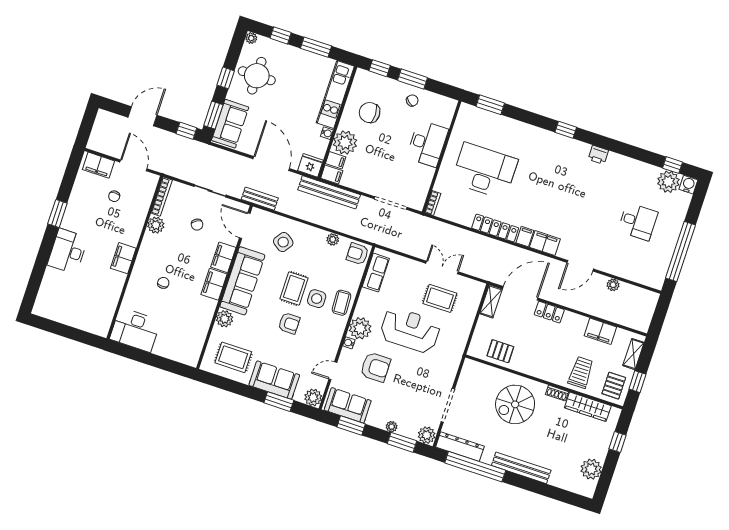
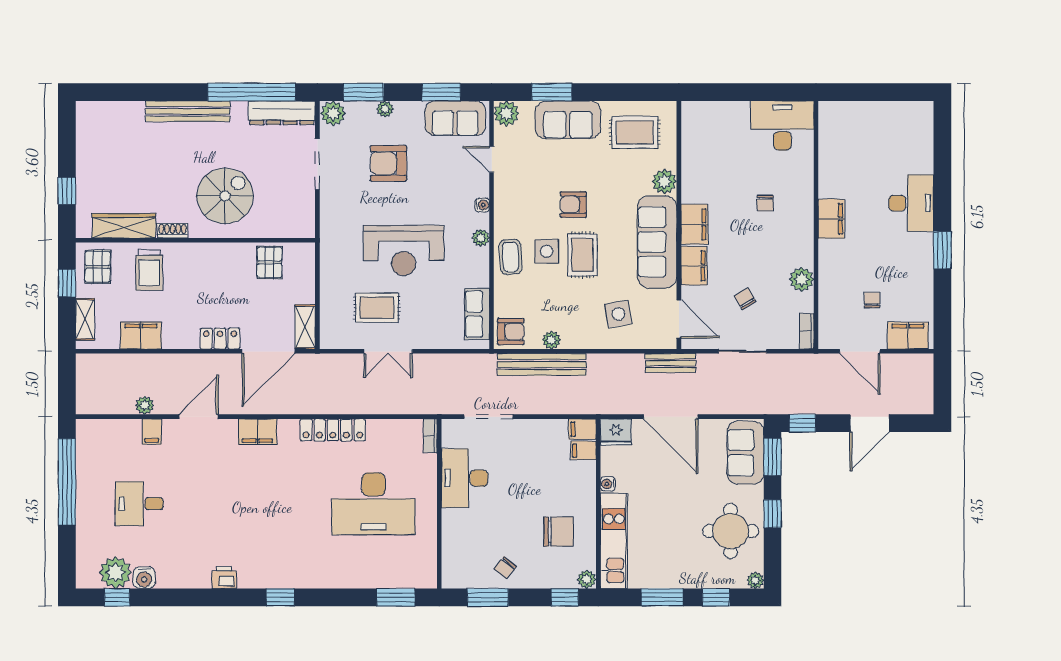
window: (412, 79) -> (488, 597), moved
plant: (345, 143) -> (587, 579), moved, width x0.53, depth x0.53
desk: (427, 144) -> (465, 478), moved
water cooler: (688, 185) -> (144, 578), moved
bench: (329, 192) -> (542, 364), moved
bookcase: (162, 197) -> (807, 331), width x0.64
filing cabinet: (525, 237) -> (152, 432), moved
side table: (283, 242) -> (618, 314), turned 45
plant: (360, 328) -> (481, 238), width x0.53, depth x0.53
pallet: (500, 351) -> (270, 262), turned 90
armchair: (375, 367) -> (389, 163), moved
door: (333, 371) -> (492, 159), swing flipped
plant: (591, 469) -> (91, 141), removed

